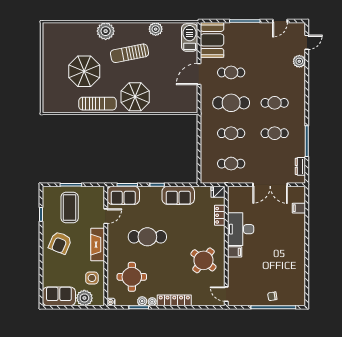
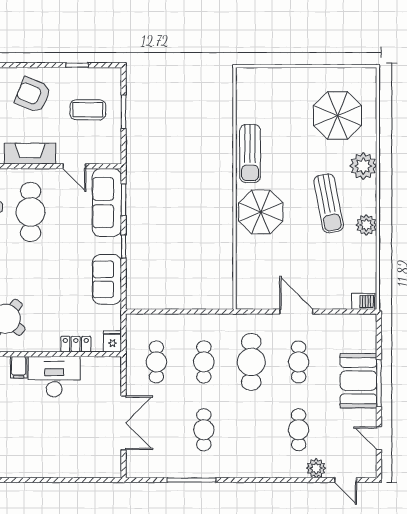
plant: (156, 29) -> (366, 225), moved
barbecue: (190, 38) -> (363, 301), width x0.53, depth x0.65
booth: (212, 40) -> (358, 381), moved, turned 90
sun lounger: (130, 53) -> (329, 203), turned 180
parasol: (84, 71) -> (337, 115), moved
cafe table: (275, 103) -> (299, 430), moved
dresser: (300, 166) -> (152, 470), removed
double door: (270, 185) -> (124, 423), swing flipped
sofa: (123, 195) -> (107, 203), width x1.36
coffee table: (70, 208) -> (88, 110), width x0.73, depth x0.76
filing cabinet: (299, 208) -> (87, 468), removed
cafe table: (147, 237) -> (31, 212), moved

